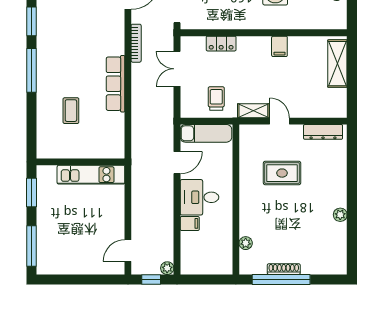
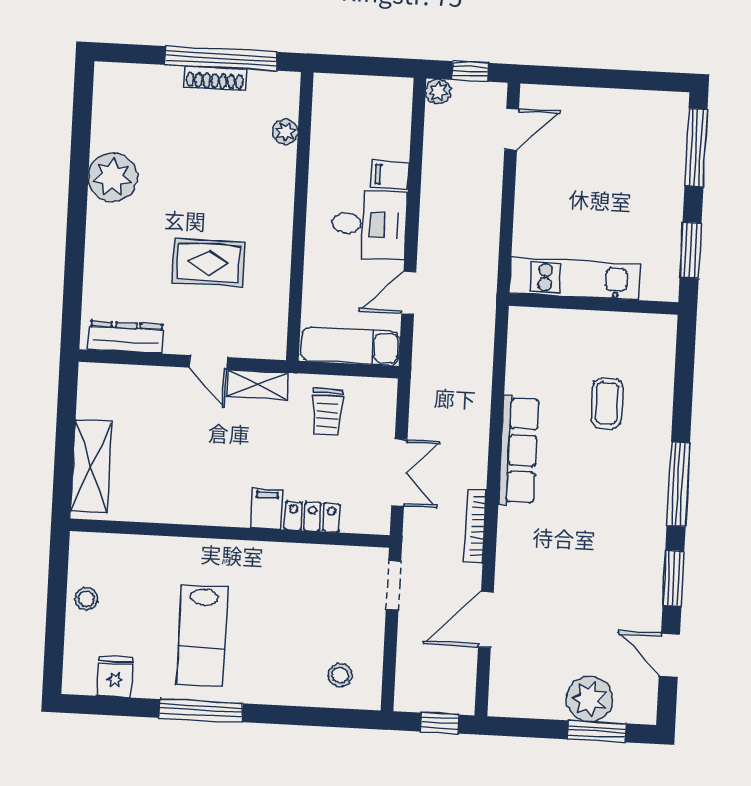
filing cabinet: (279, 46) -> (267, 509), moved
plant: (340, 215) -> (113, 177), width x1.87, depth x1.87

